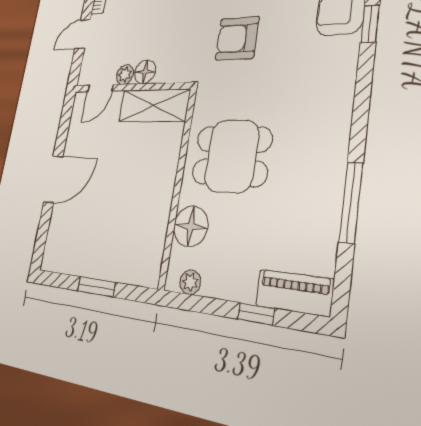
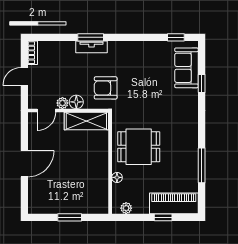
armchair: (237, 38) -> (106, 88), moved
floor lamp: (191, 226) -> (117, 177), width x0.53, depth x0.53
piano: (294, 293) -> (174, 203), width x1.37, depth x1.33

